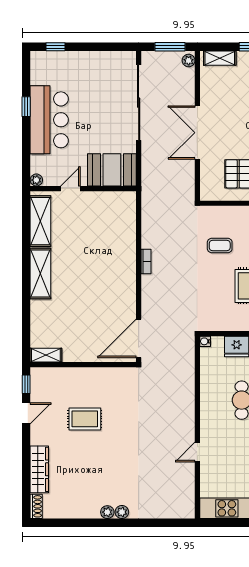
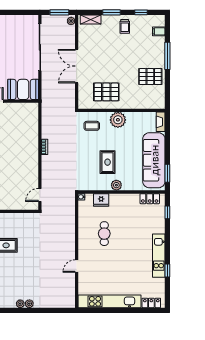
coffee table: (220, 246) -> (92, 126), moved
door: (139, 338) -> (40, 195), width x0.53

